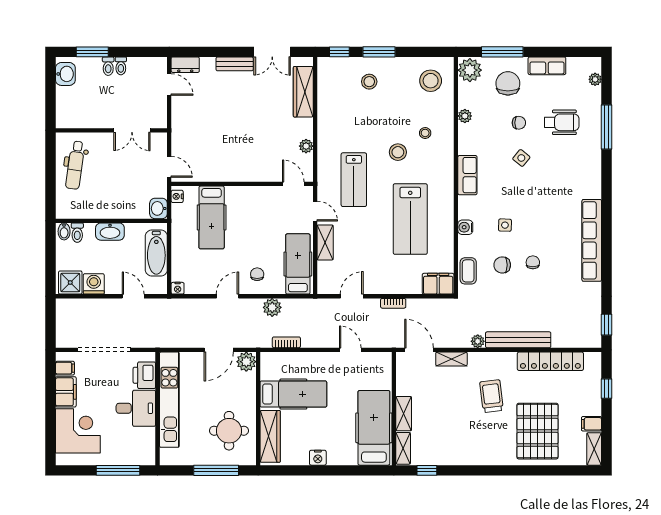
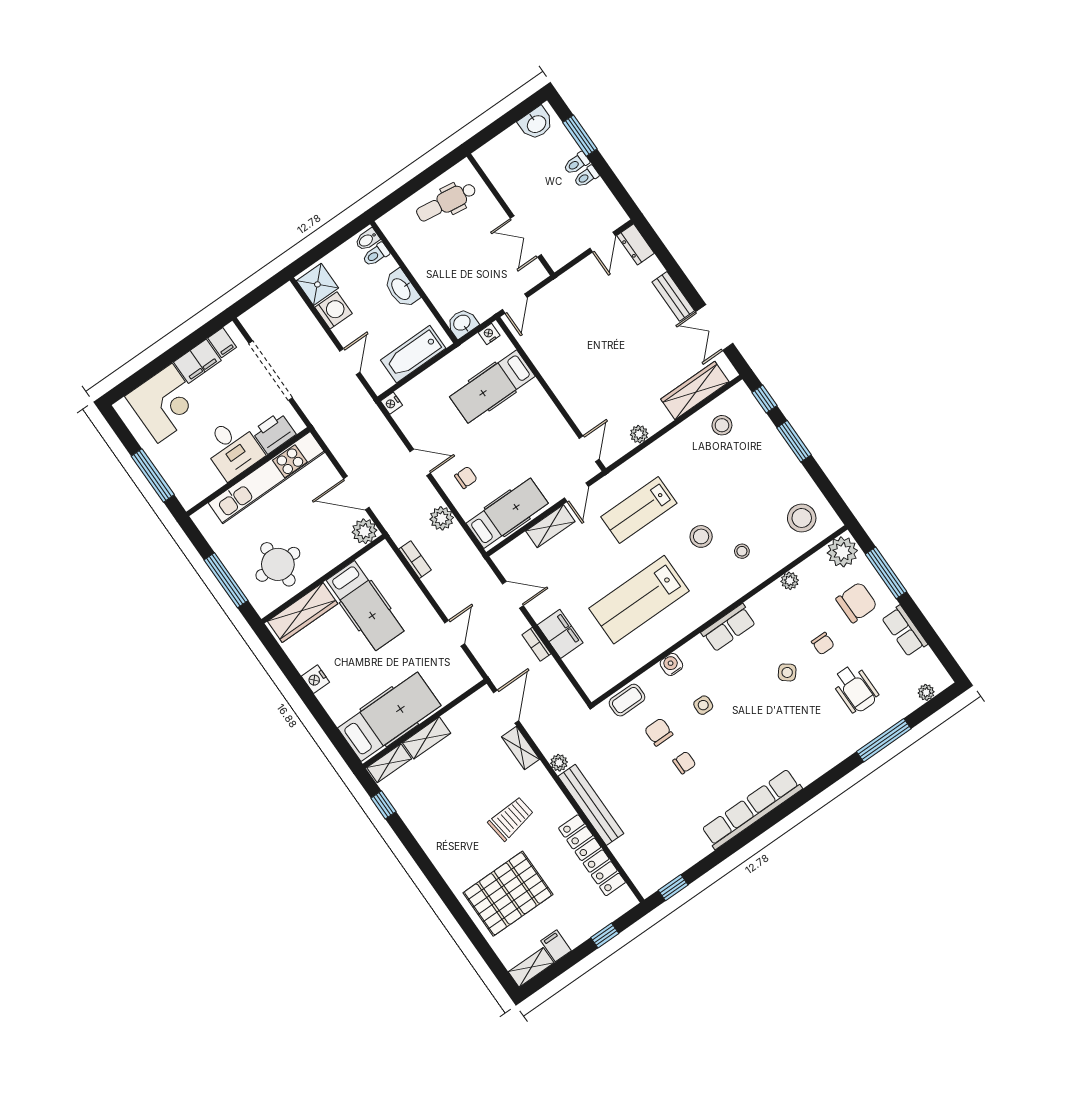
stool: (369, 82) -> (722, 425), moved
filing cabinet: (438, 284) -> (560, 634), moved

